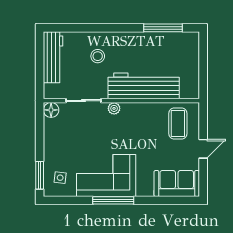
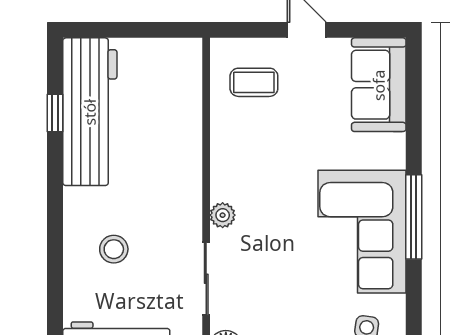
window: (163, 28) -> (55, 113), width x0.46
workbench: (144, 86) -> (90, 112), moved, turned 180
coffee table: (178, 123) -> (254, 82), width x0.73, depth x0.77

